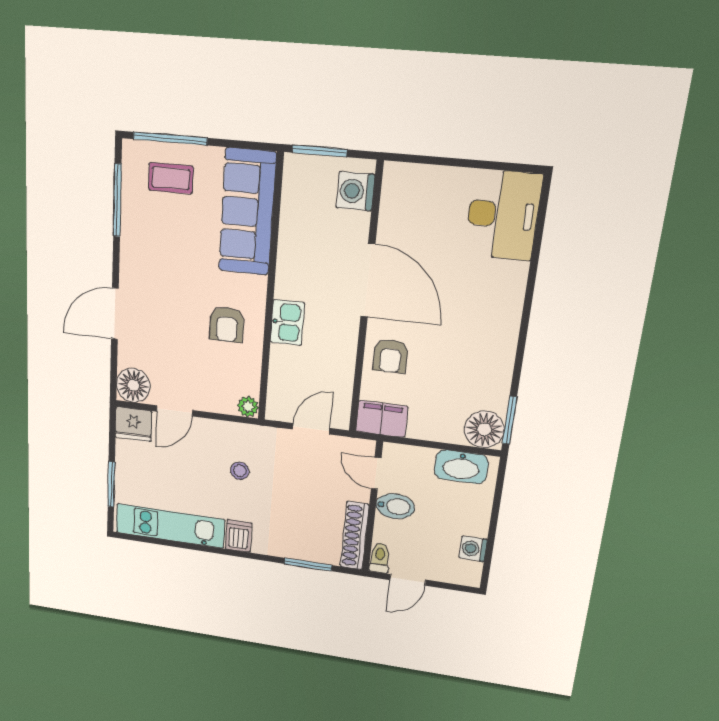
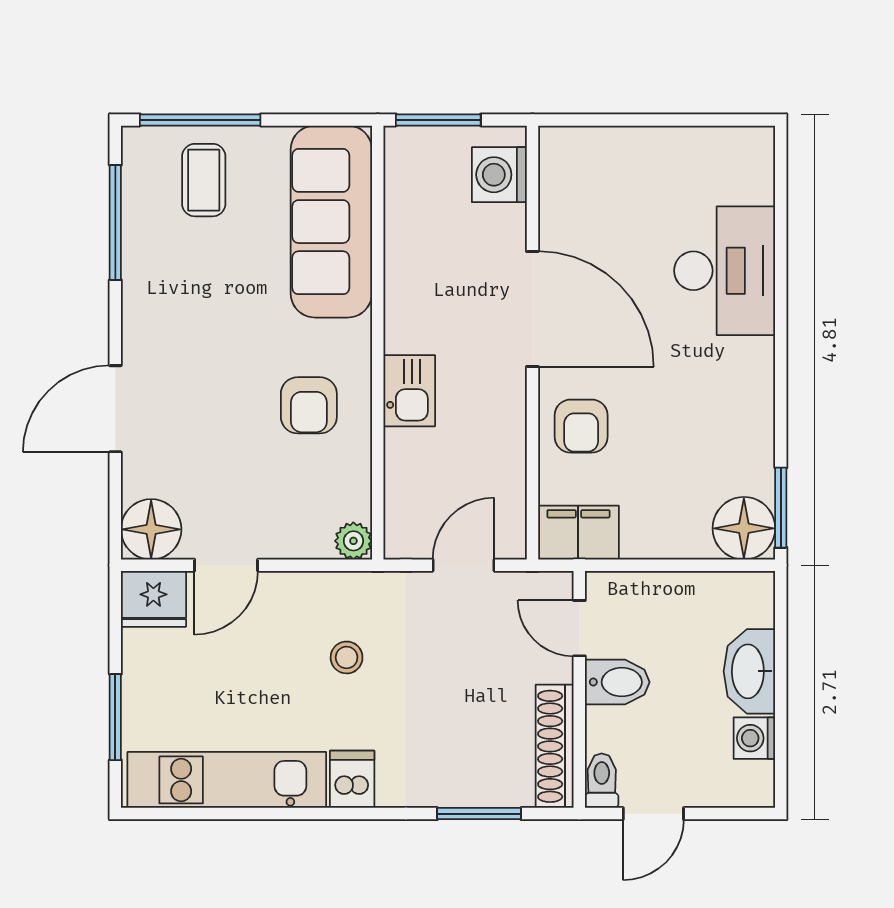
coffee table: (171, 178) -> (204, 180), turned 90
desk: (503, 215) -> (725, 271), moved
washbasin: (461, 467) -> (749, 671), moved, turned 90

